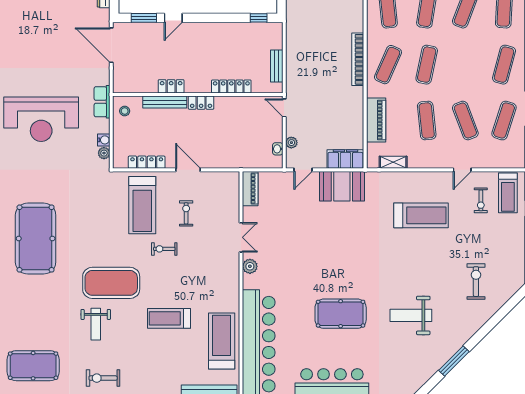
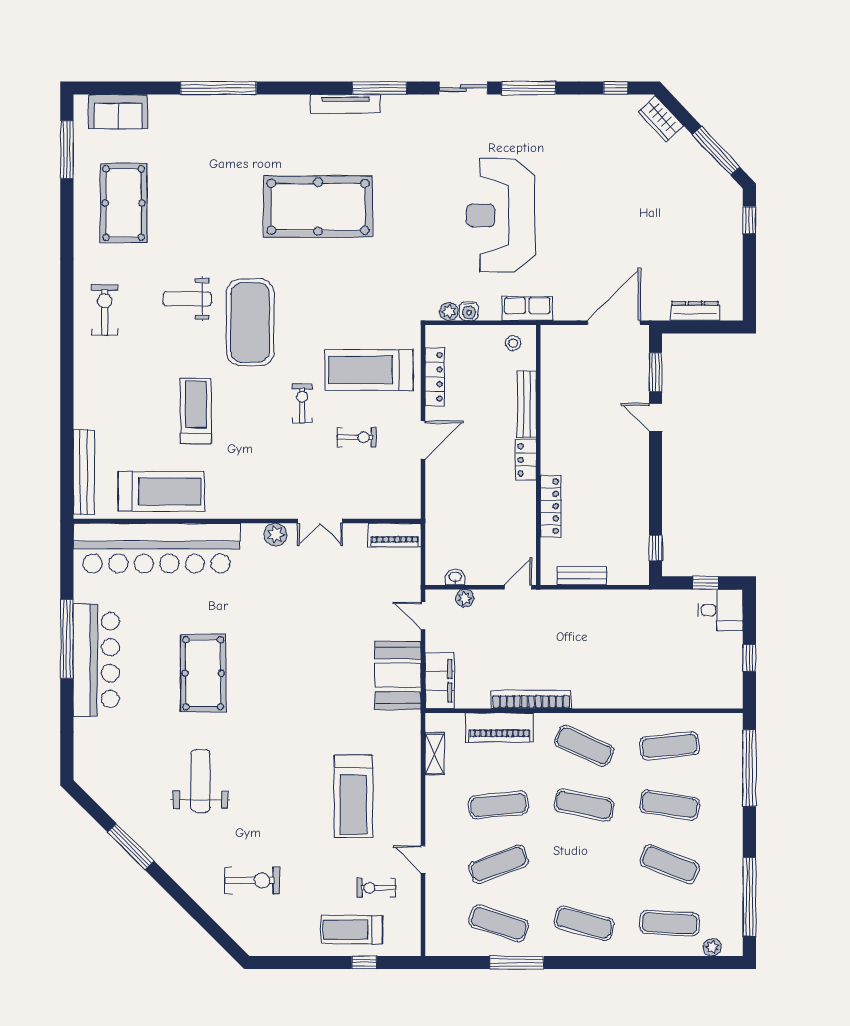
bookcase: (358, 59) -> (531, 700), moved
locker: (171, 86) -> (551, 414), removed
treadmill: (508, 193) -> (352, 930), moved

